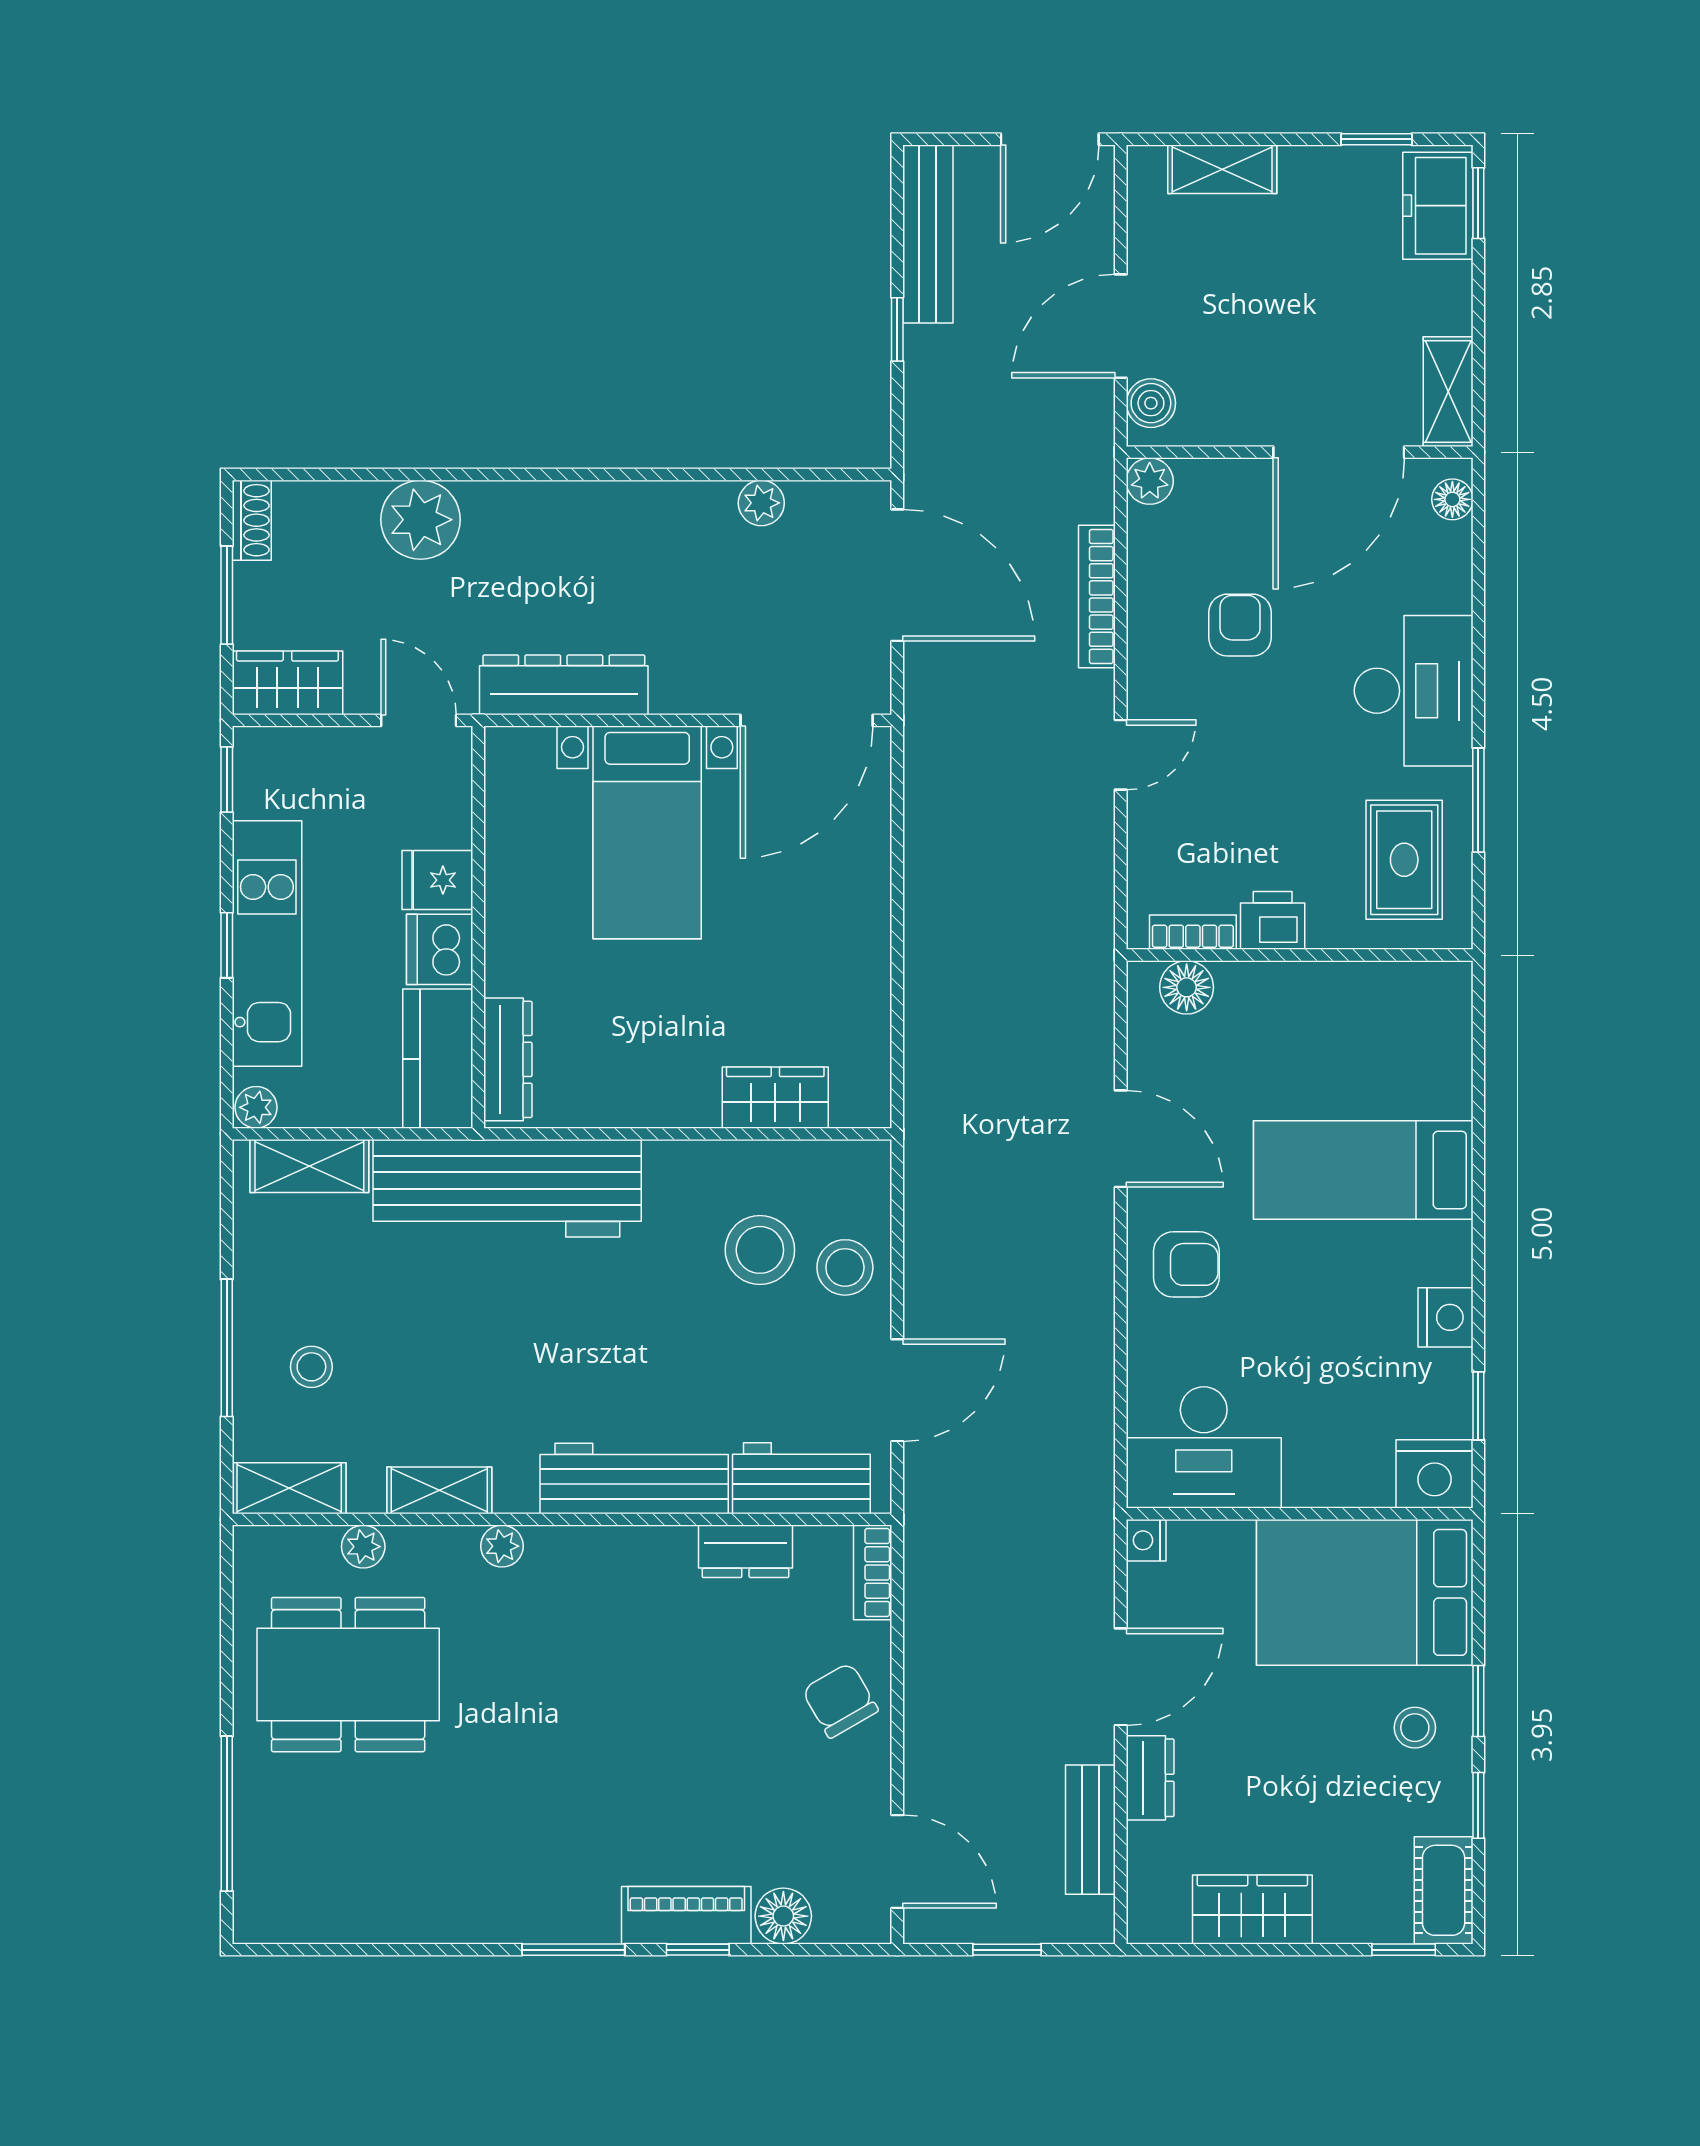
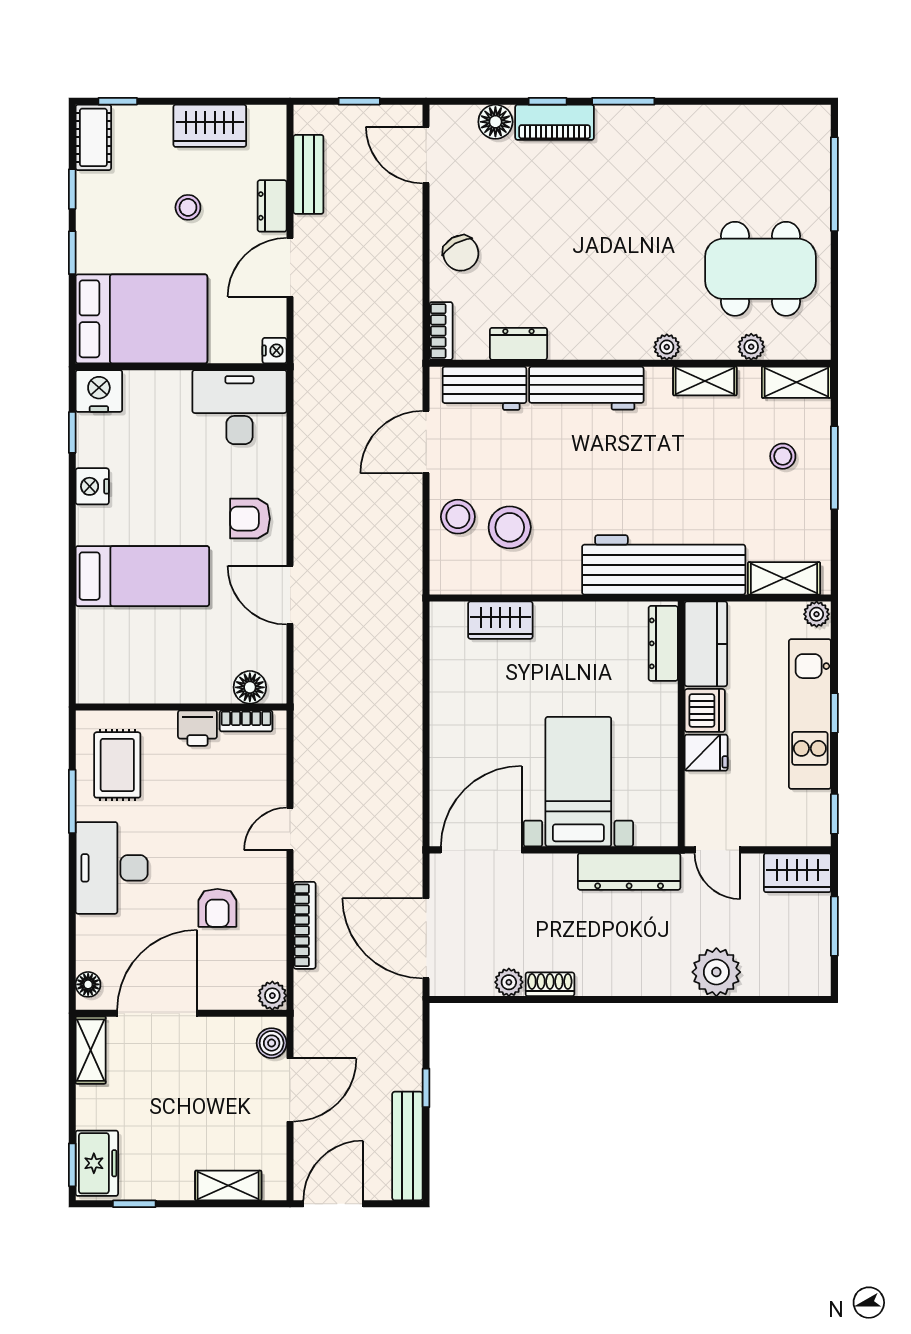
shoe rack: (252, 520) -> (550, 984), moved, turned 90
stool: (1415, 1728) -> (188, 207), moved

